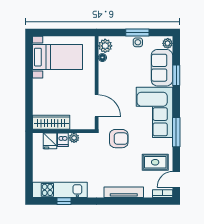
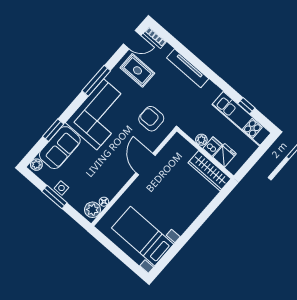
wardrobe: (51, 122) -> (209, 171), moved
wall: (64, 131) -> (205, 153), moved
plant: (74, 138) -> (201, 140), moved
dishwasher: (63, 140) -> (213, 147), moved
fridge: (50, 141) -> (225, 155), moved

